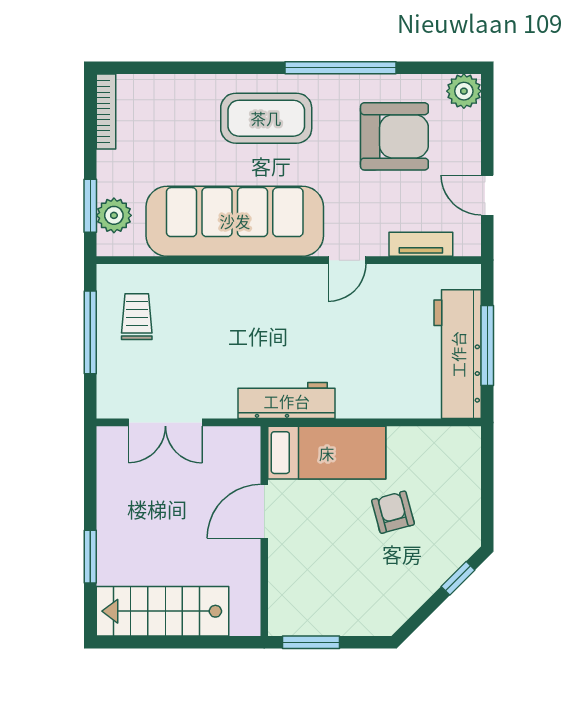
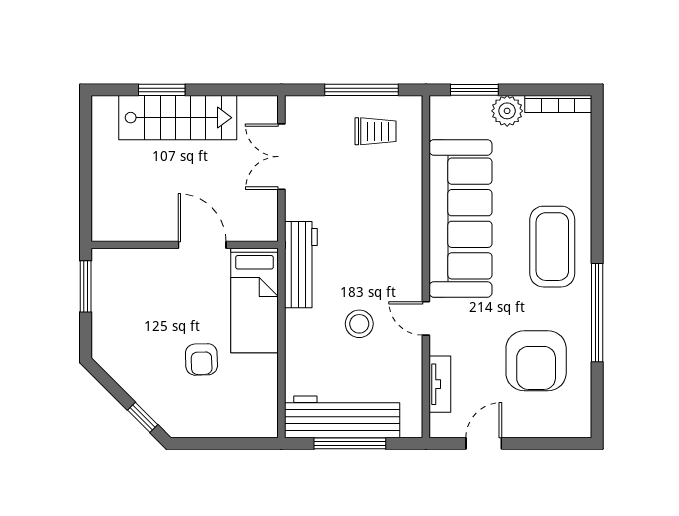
plant: (464, 91) -> (576, 423), removed
plant: (114, 215) -> (507, 111), moved
stool: (353, 335) -> (359, 324), added
armchair: (393, 512) -> (201, 359), turned 103
stairs: (163, 611) -> (178, 118), moved, turned 90

